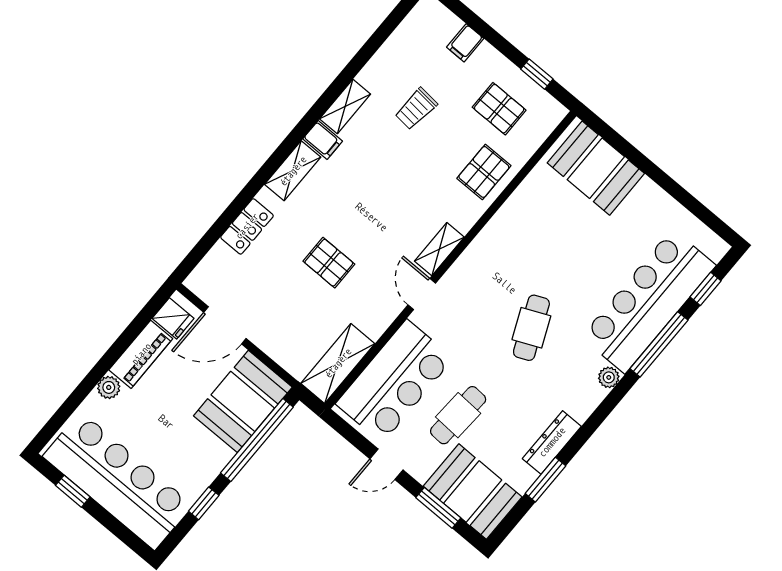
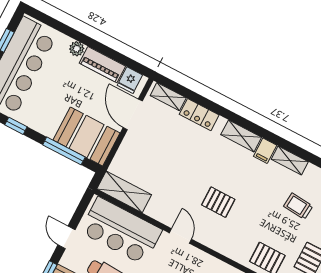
shelving: (439, 249) -> (168, 97), moved
pallet: (329, 263) -> (218, 202), moved, turned 90
door: (422, 294) -> (180, 236), hinge flipped
window: (257, 440) -> (64, 151), width x0.68

